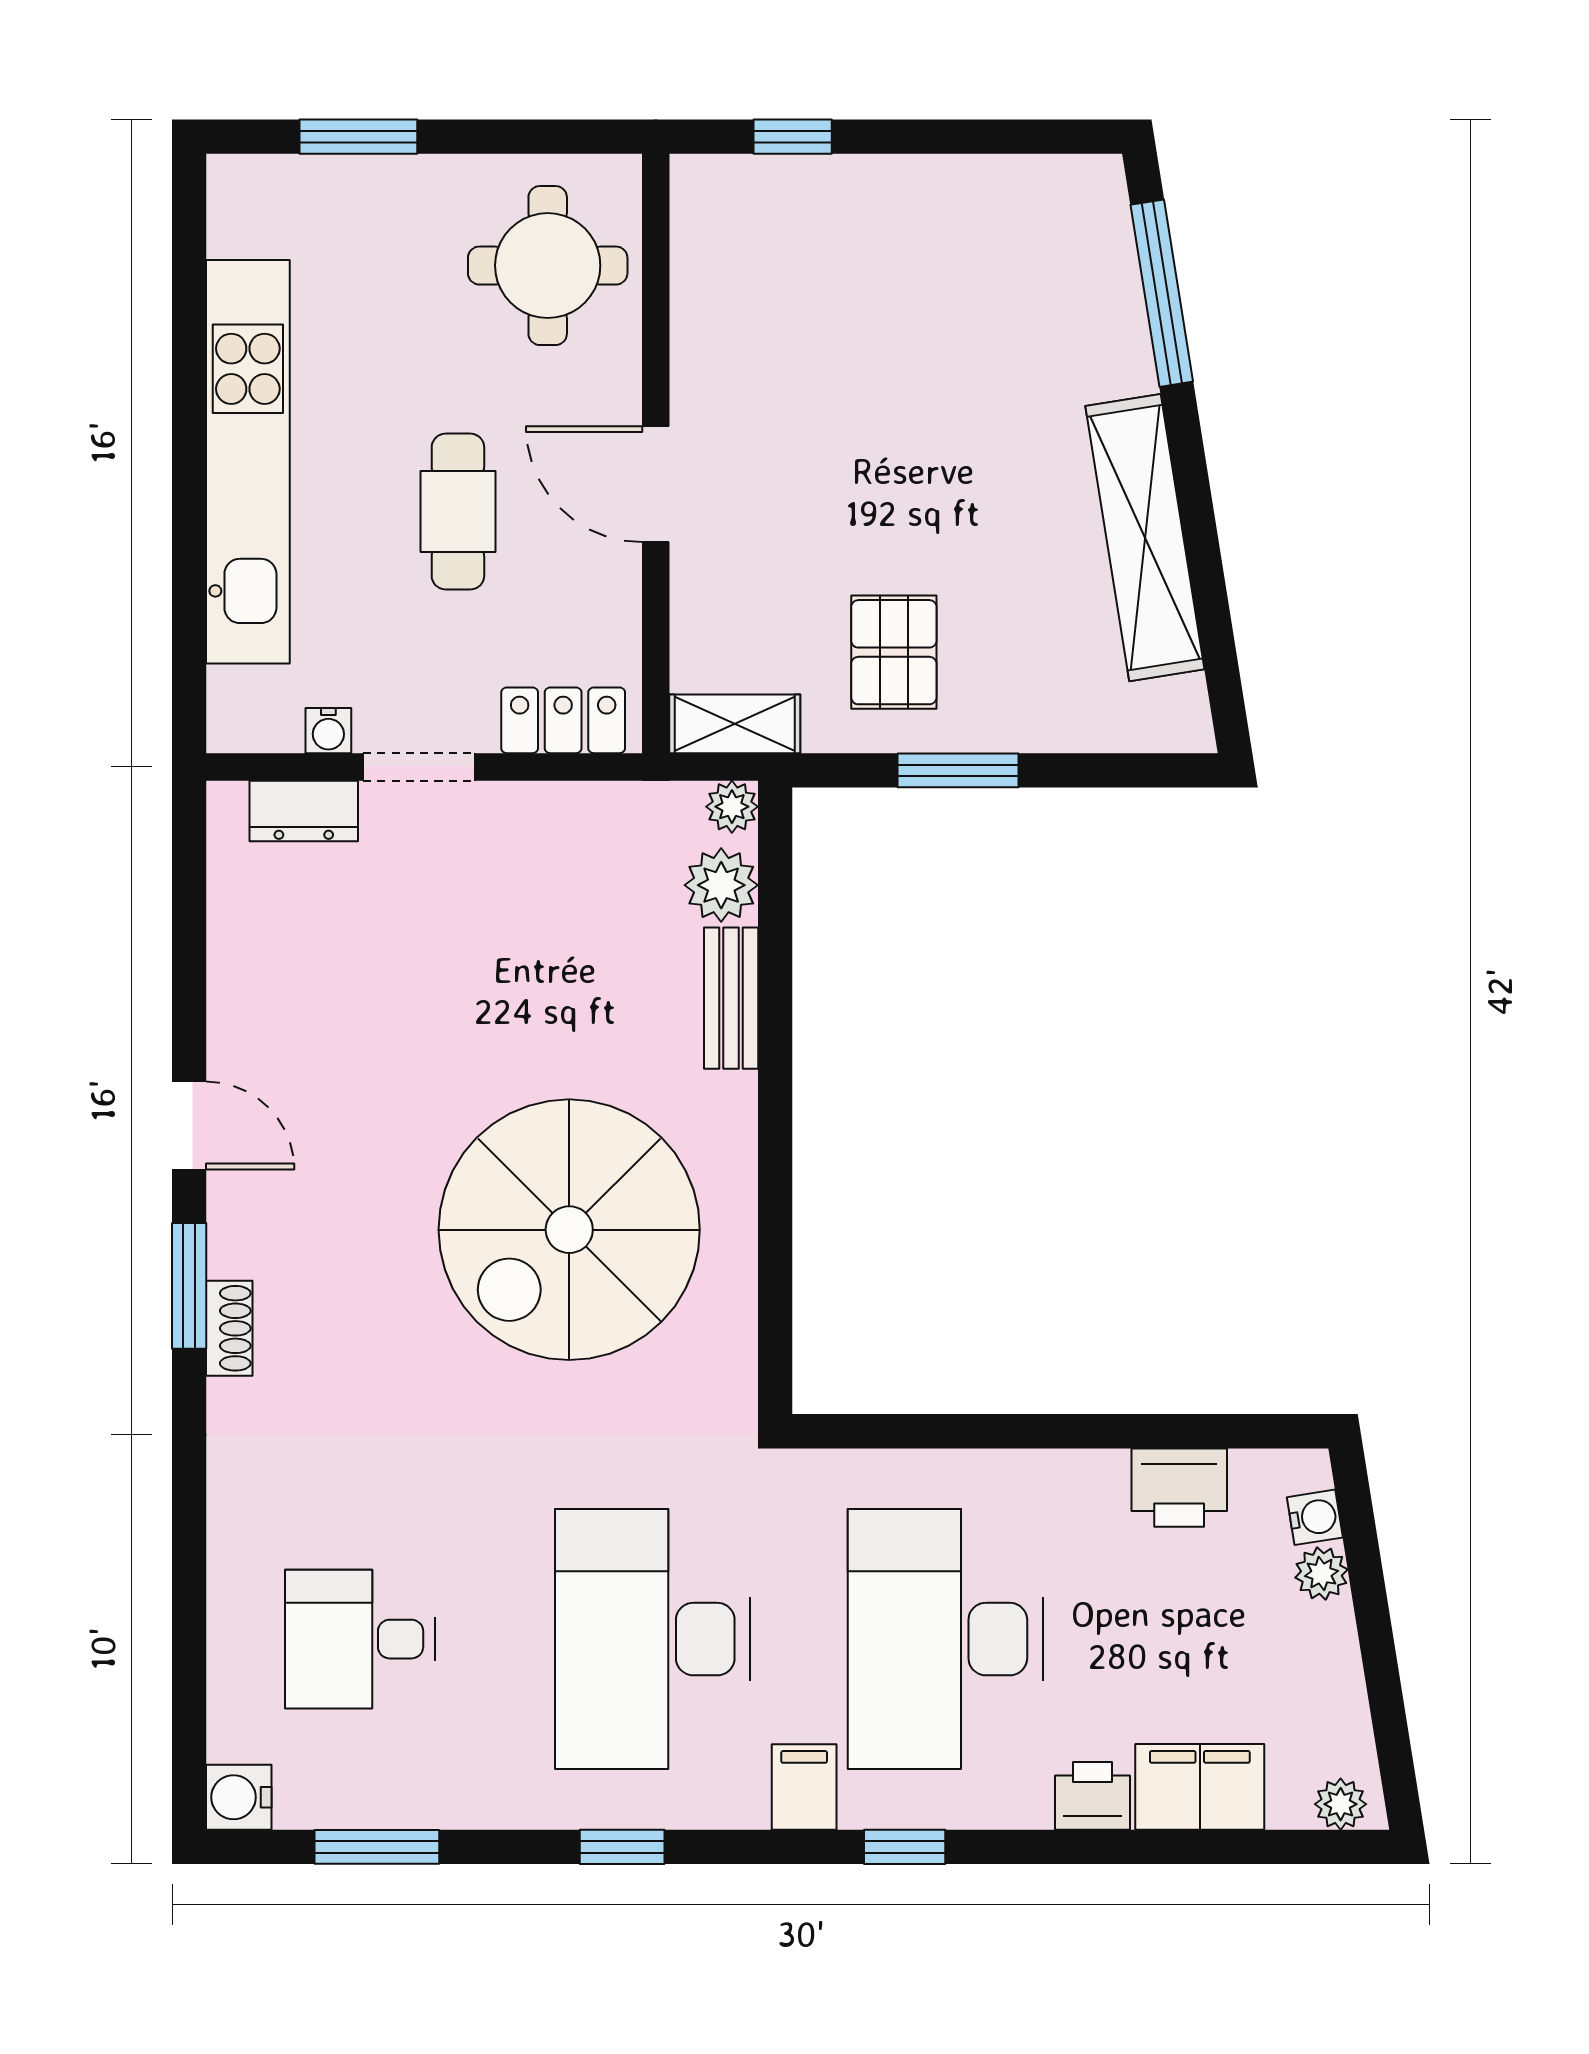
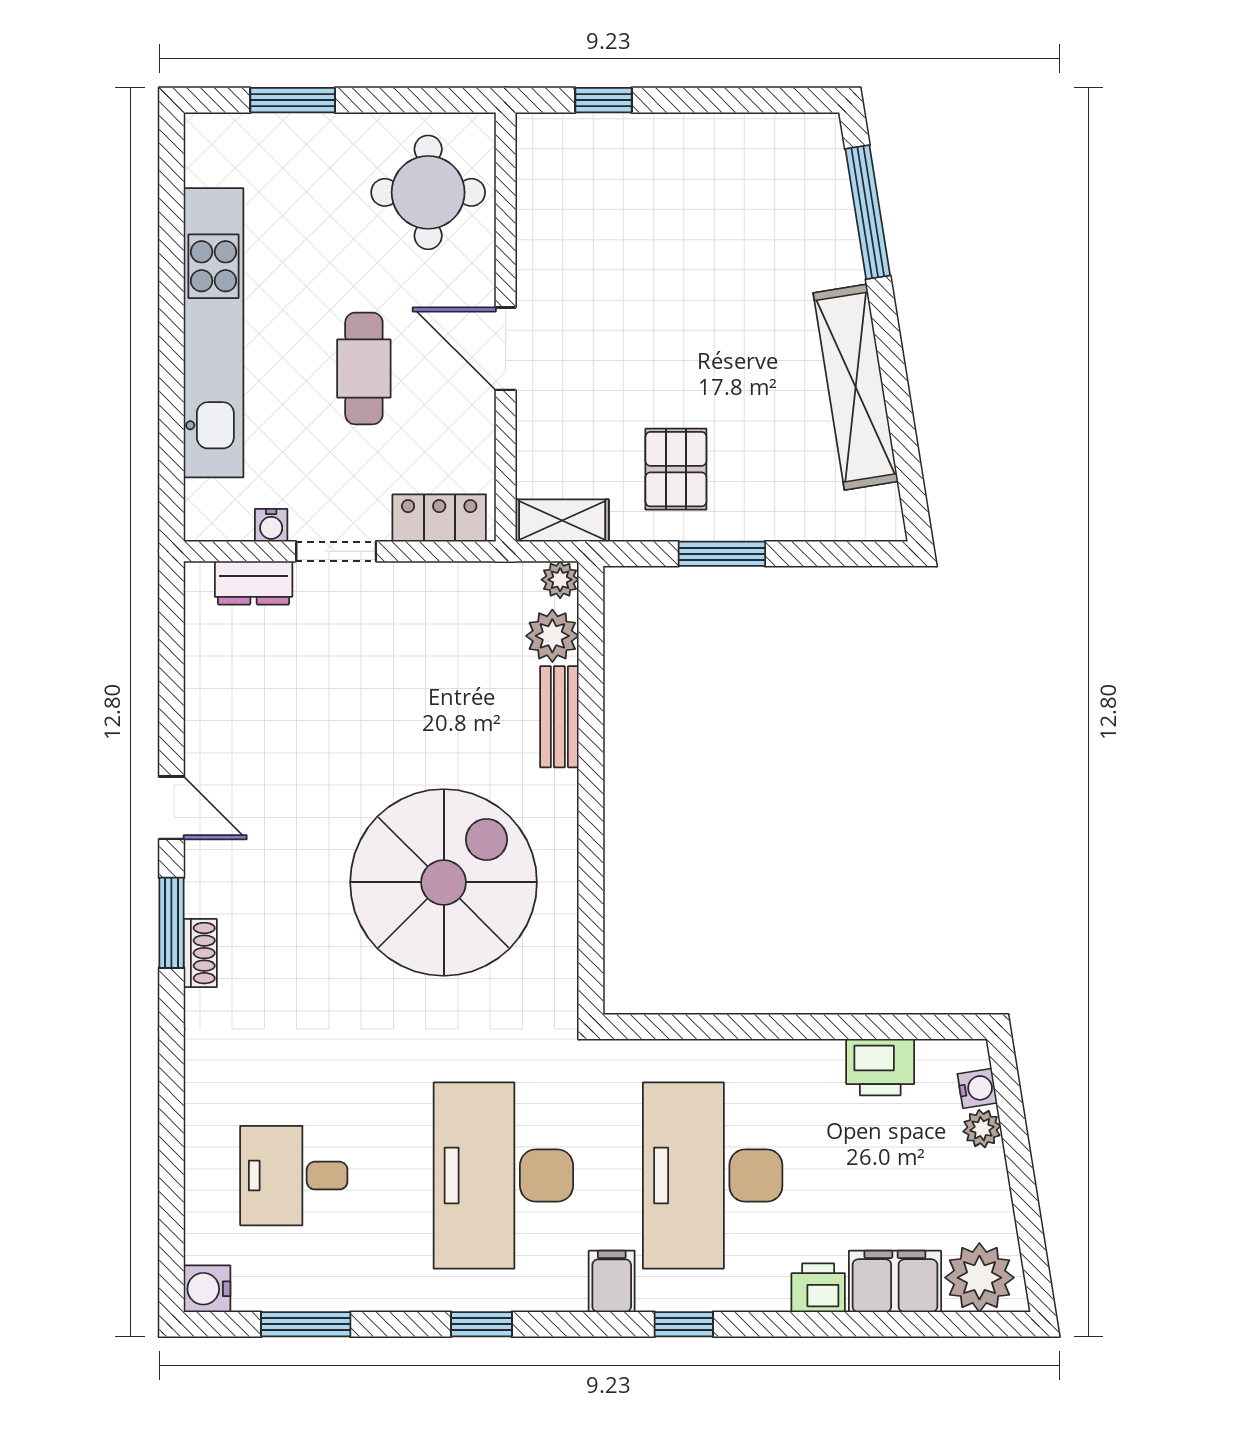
spiral stairs: (569, 1230) -> (444, 882), turned 180
plant: (1341, 1804) -> (979, 1278), width x1.88, depth x1.88

